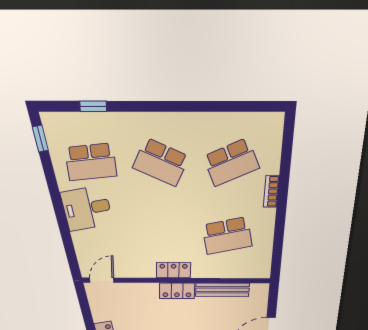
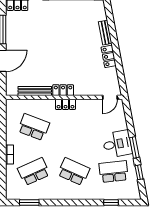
window: (242, 107) -> (29, 202), added
window: (40, 139) -> (139, 172), moved
window: (57, 203) -> (134, 147), added
school desk: (227, 236) -> (34, 127), turned 33

